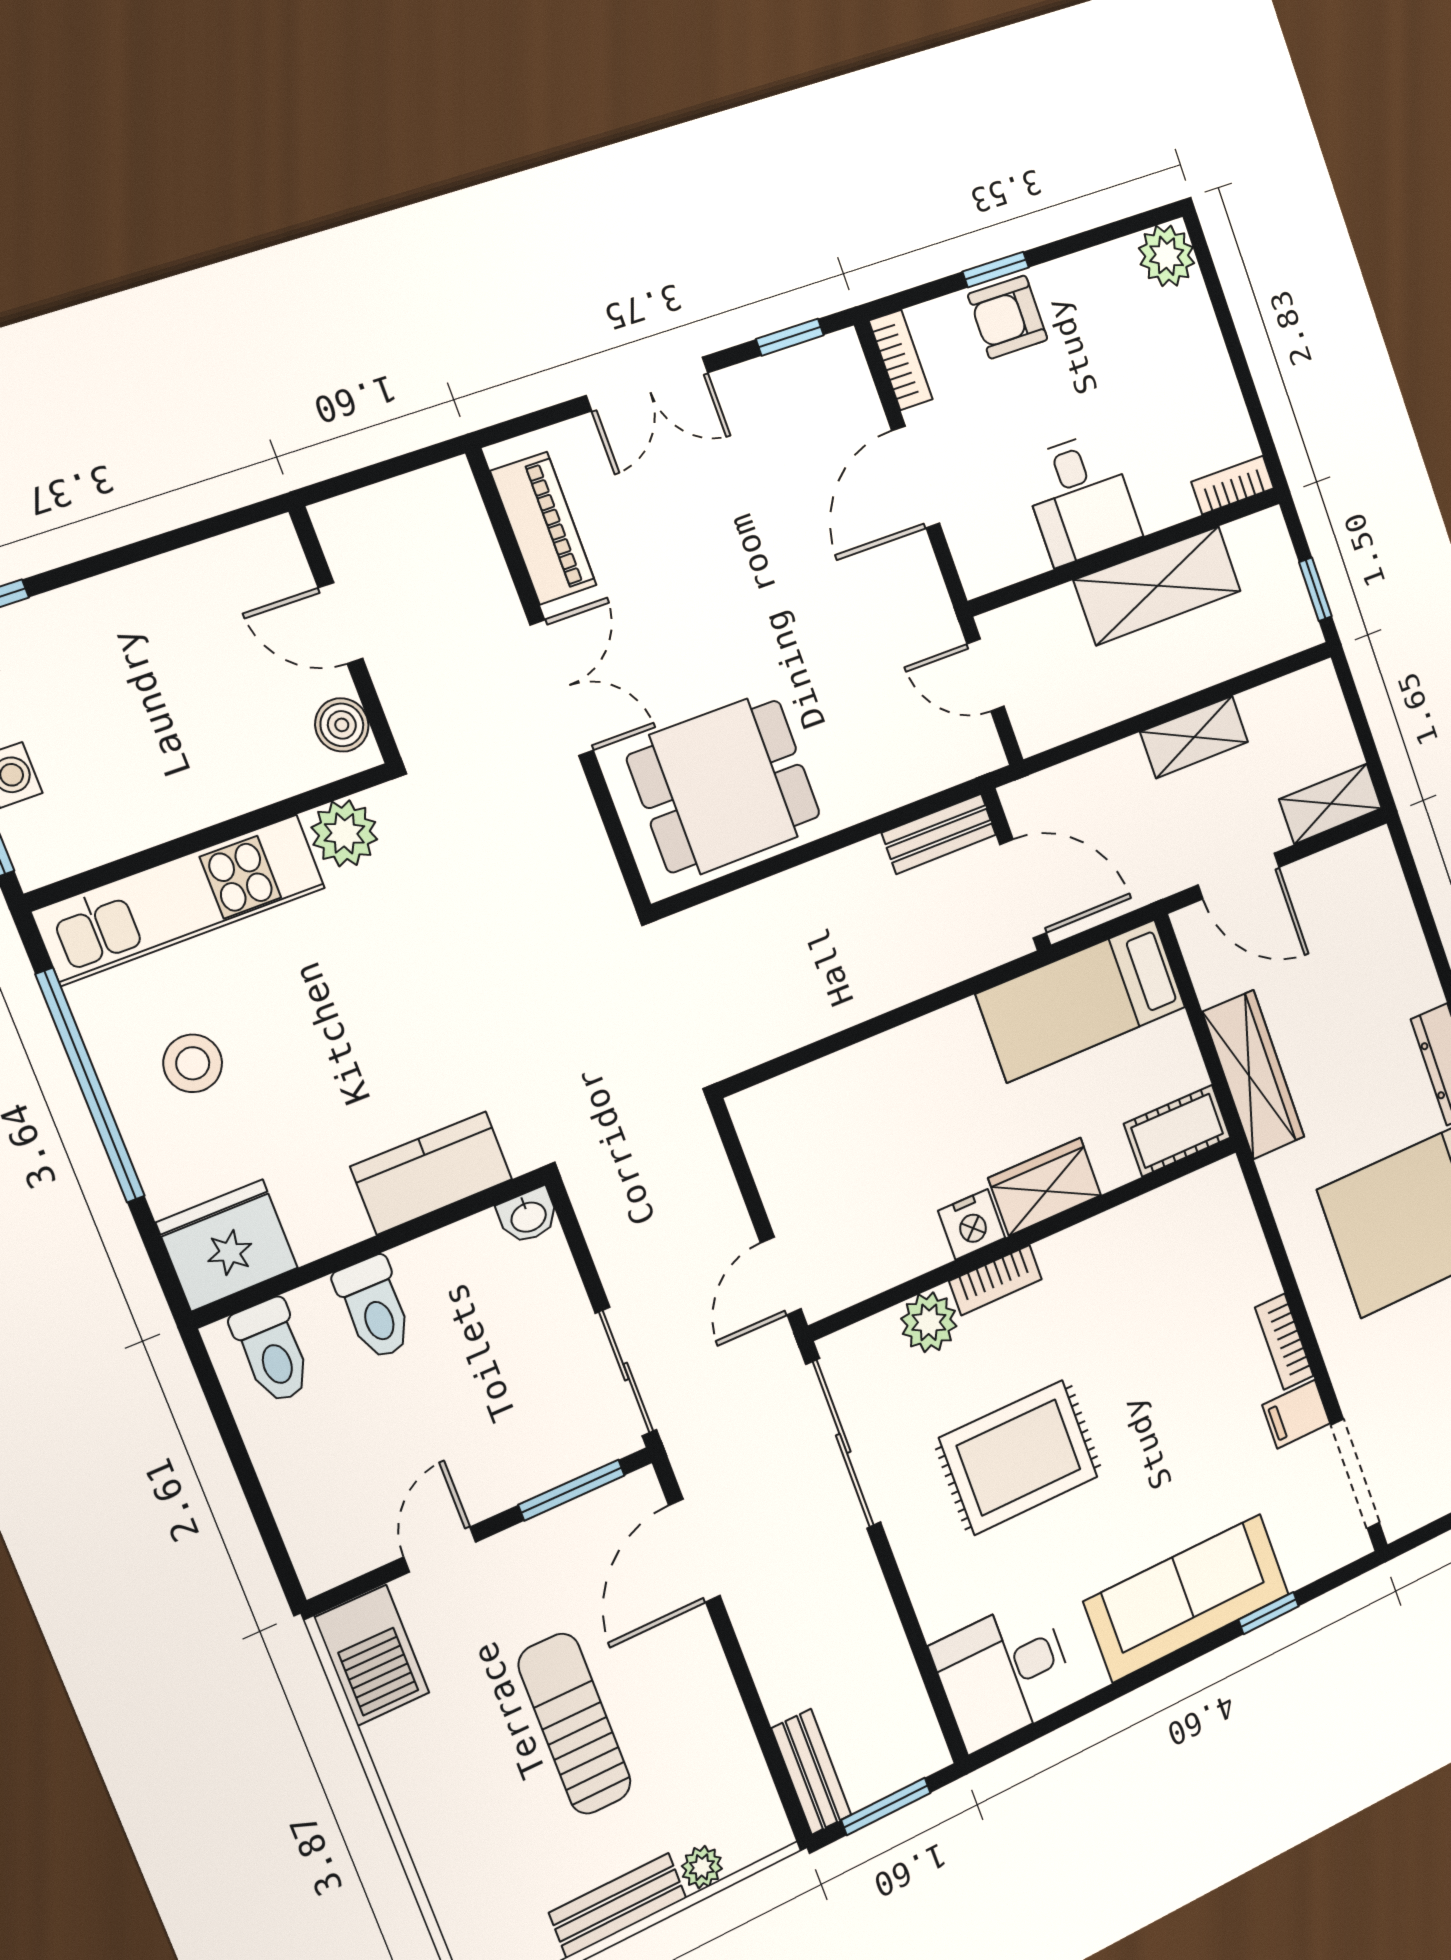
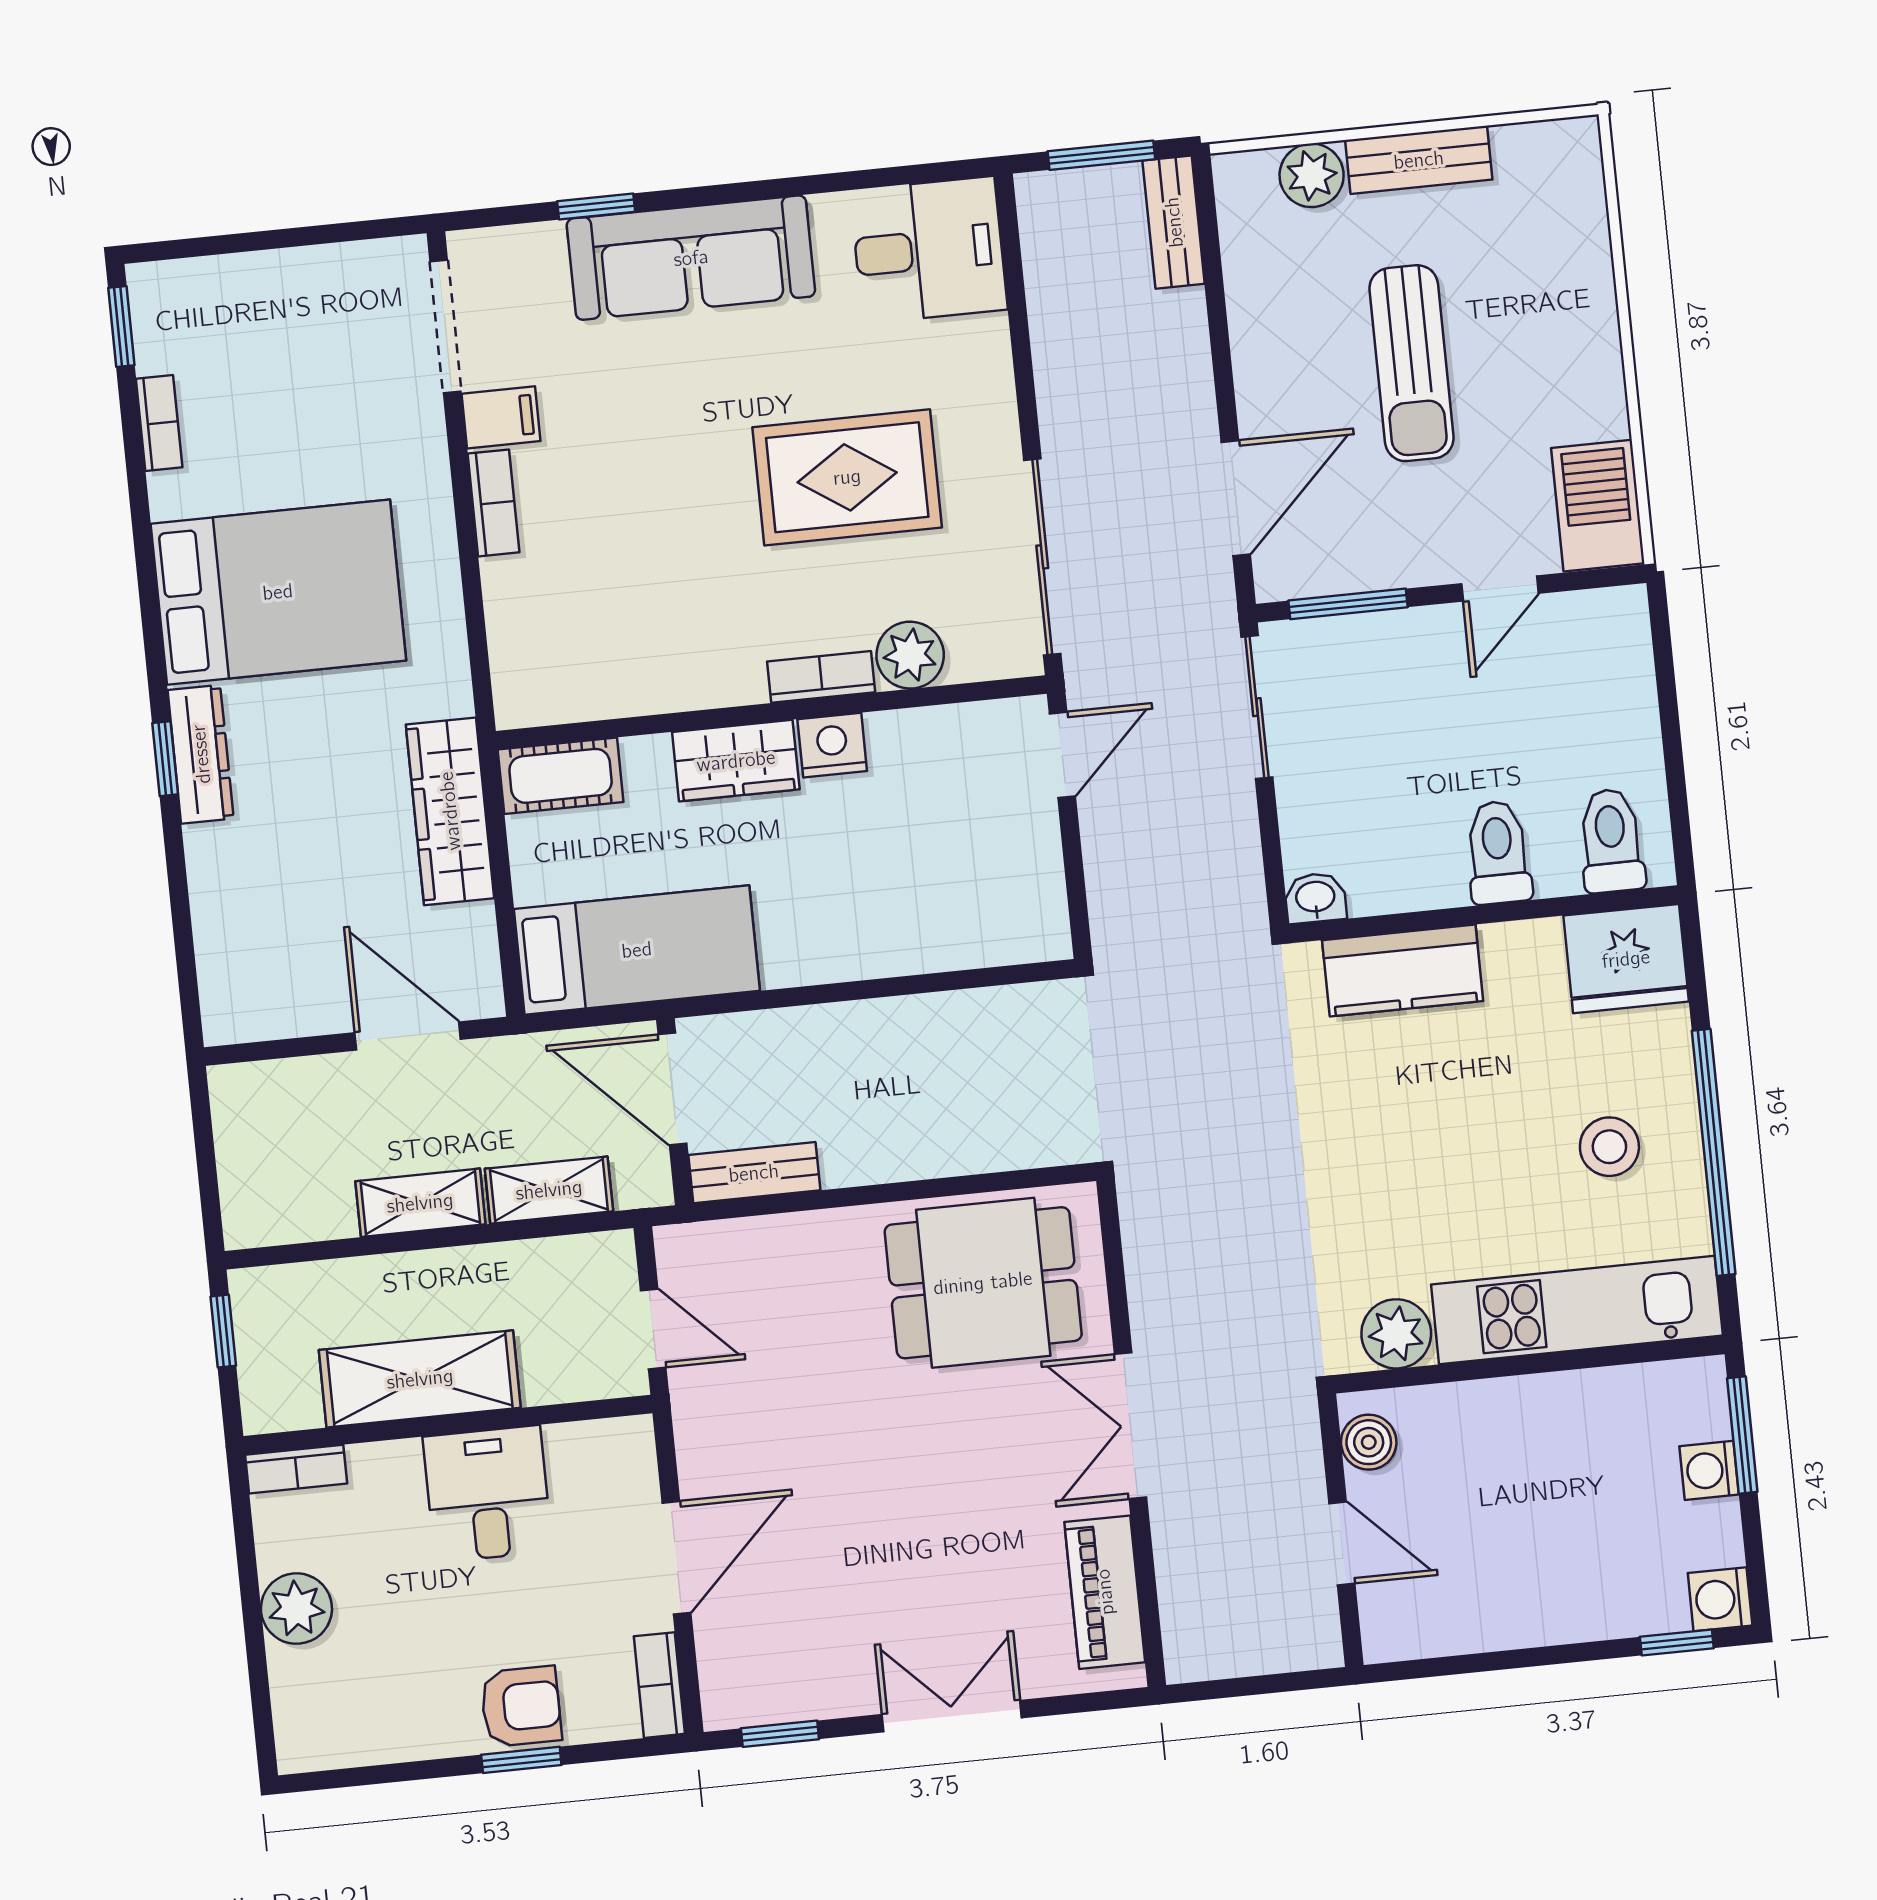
plant: (1167, 256) -> (296, 1609), moved
shelving: (1331, 804) -> (549, 1190), moved
plant: (702, 1867) -> (1312, 175), width x1.38, depth x1.38

